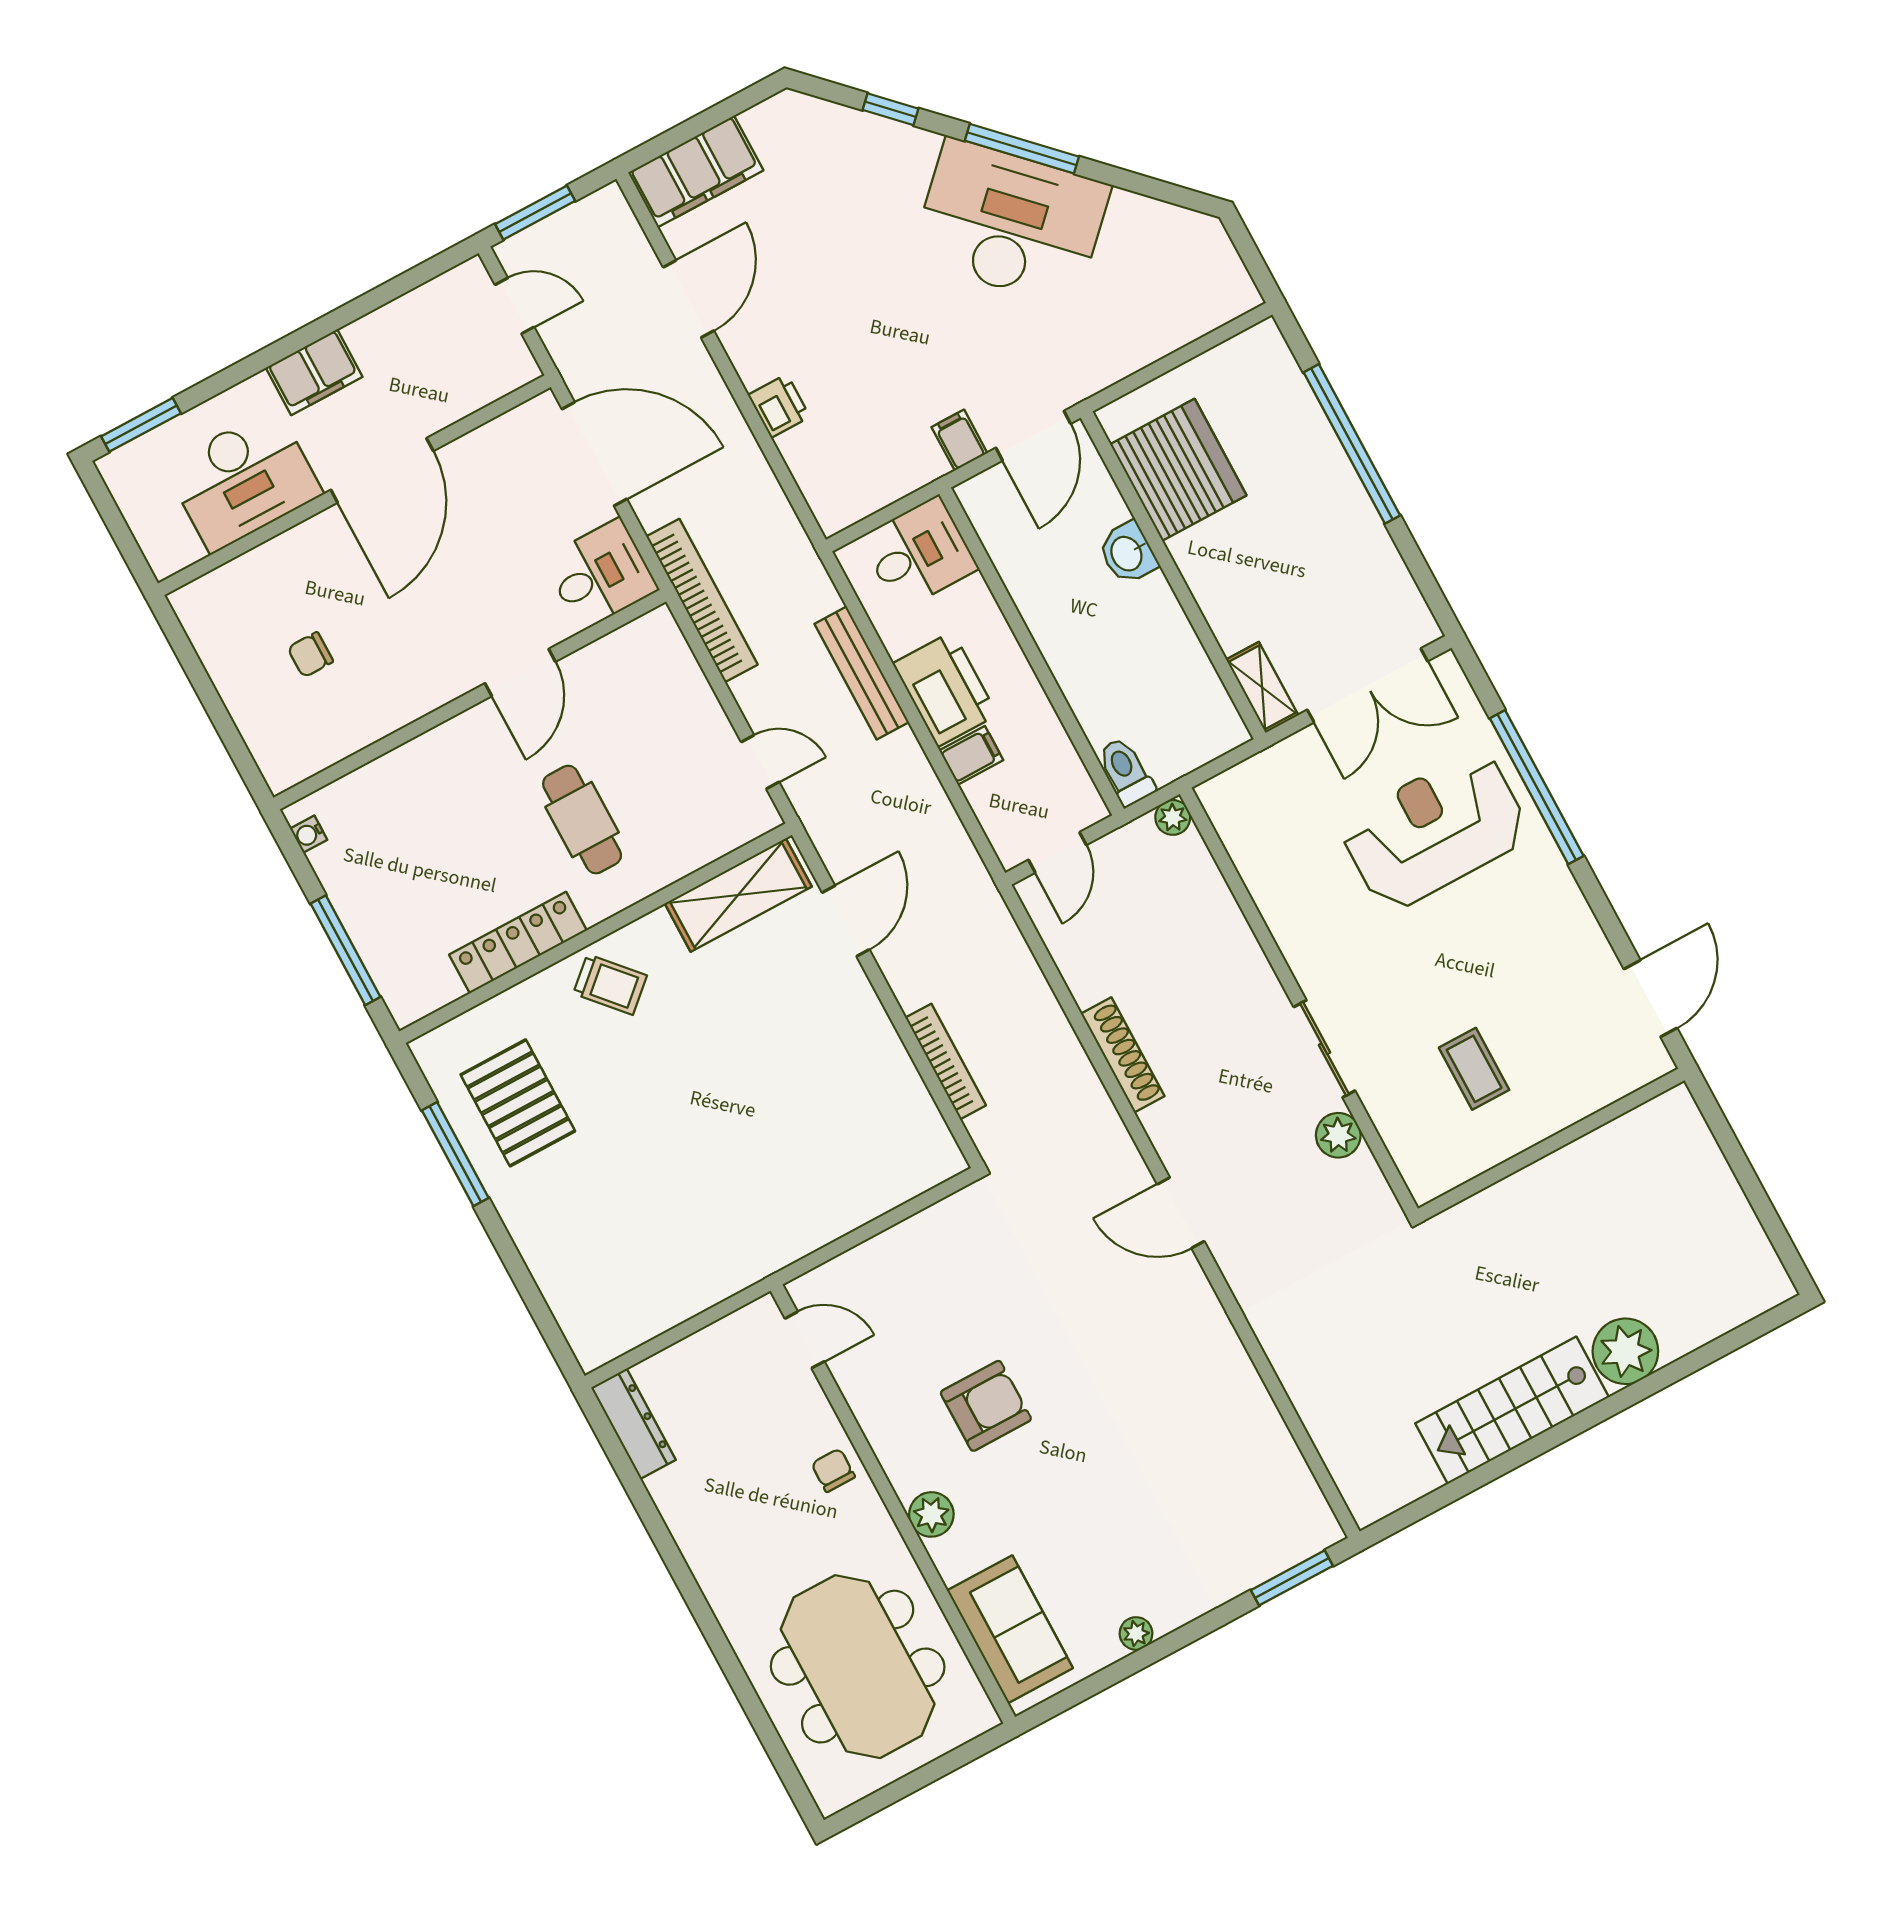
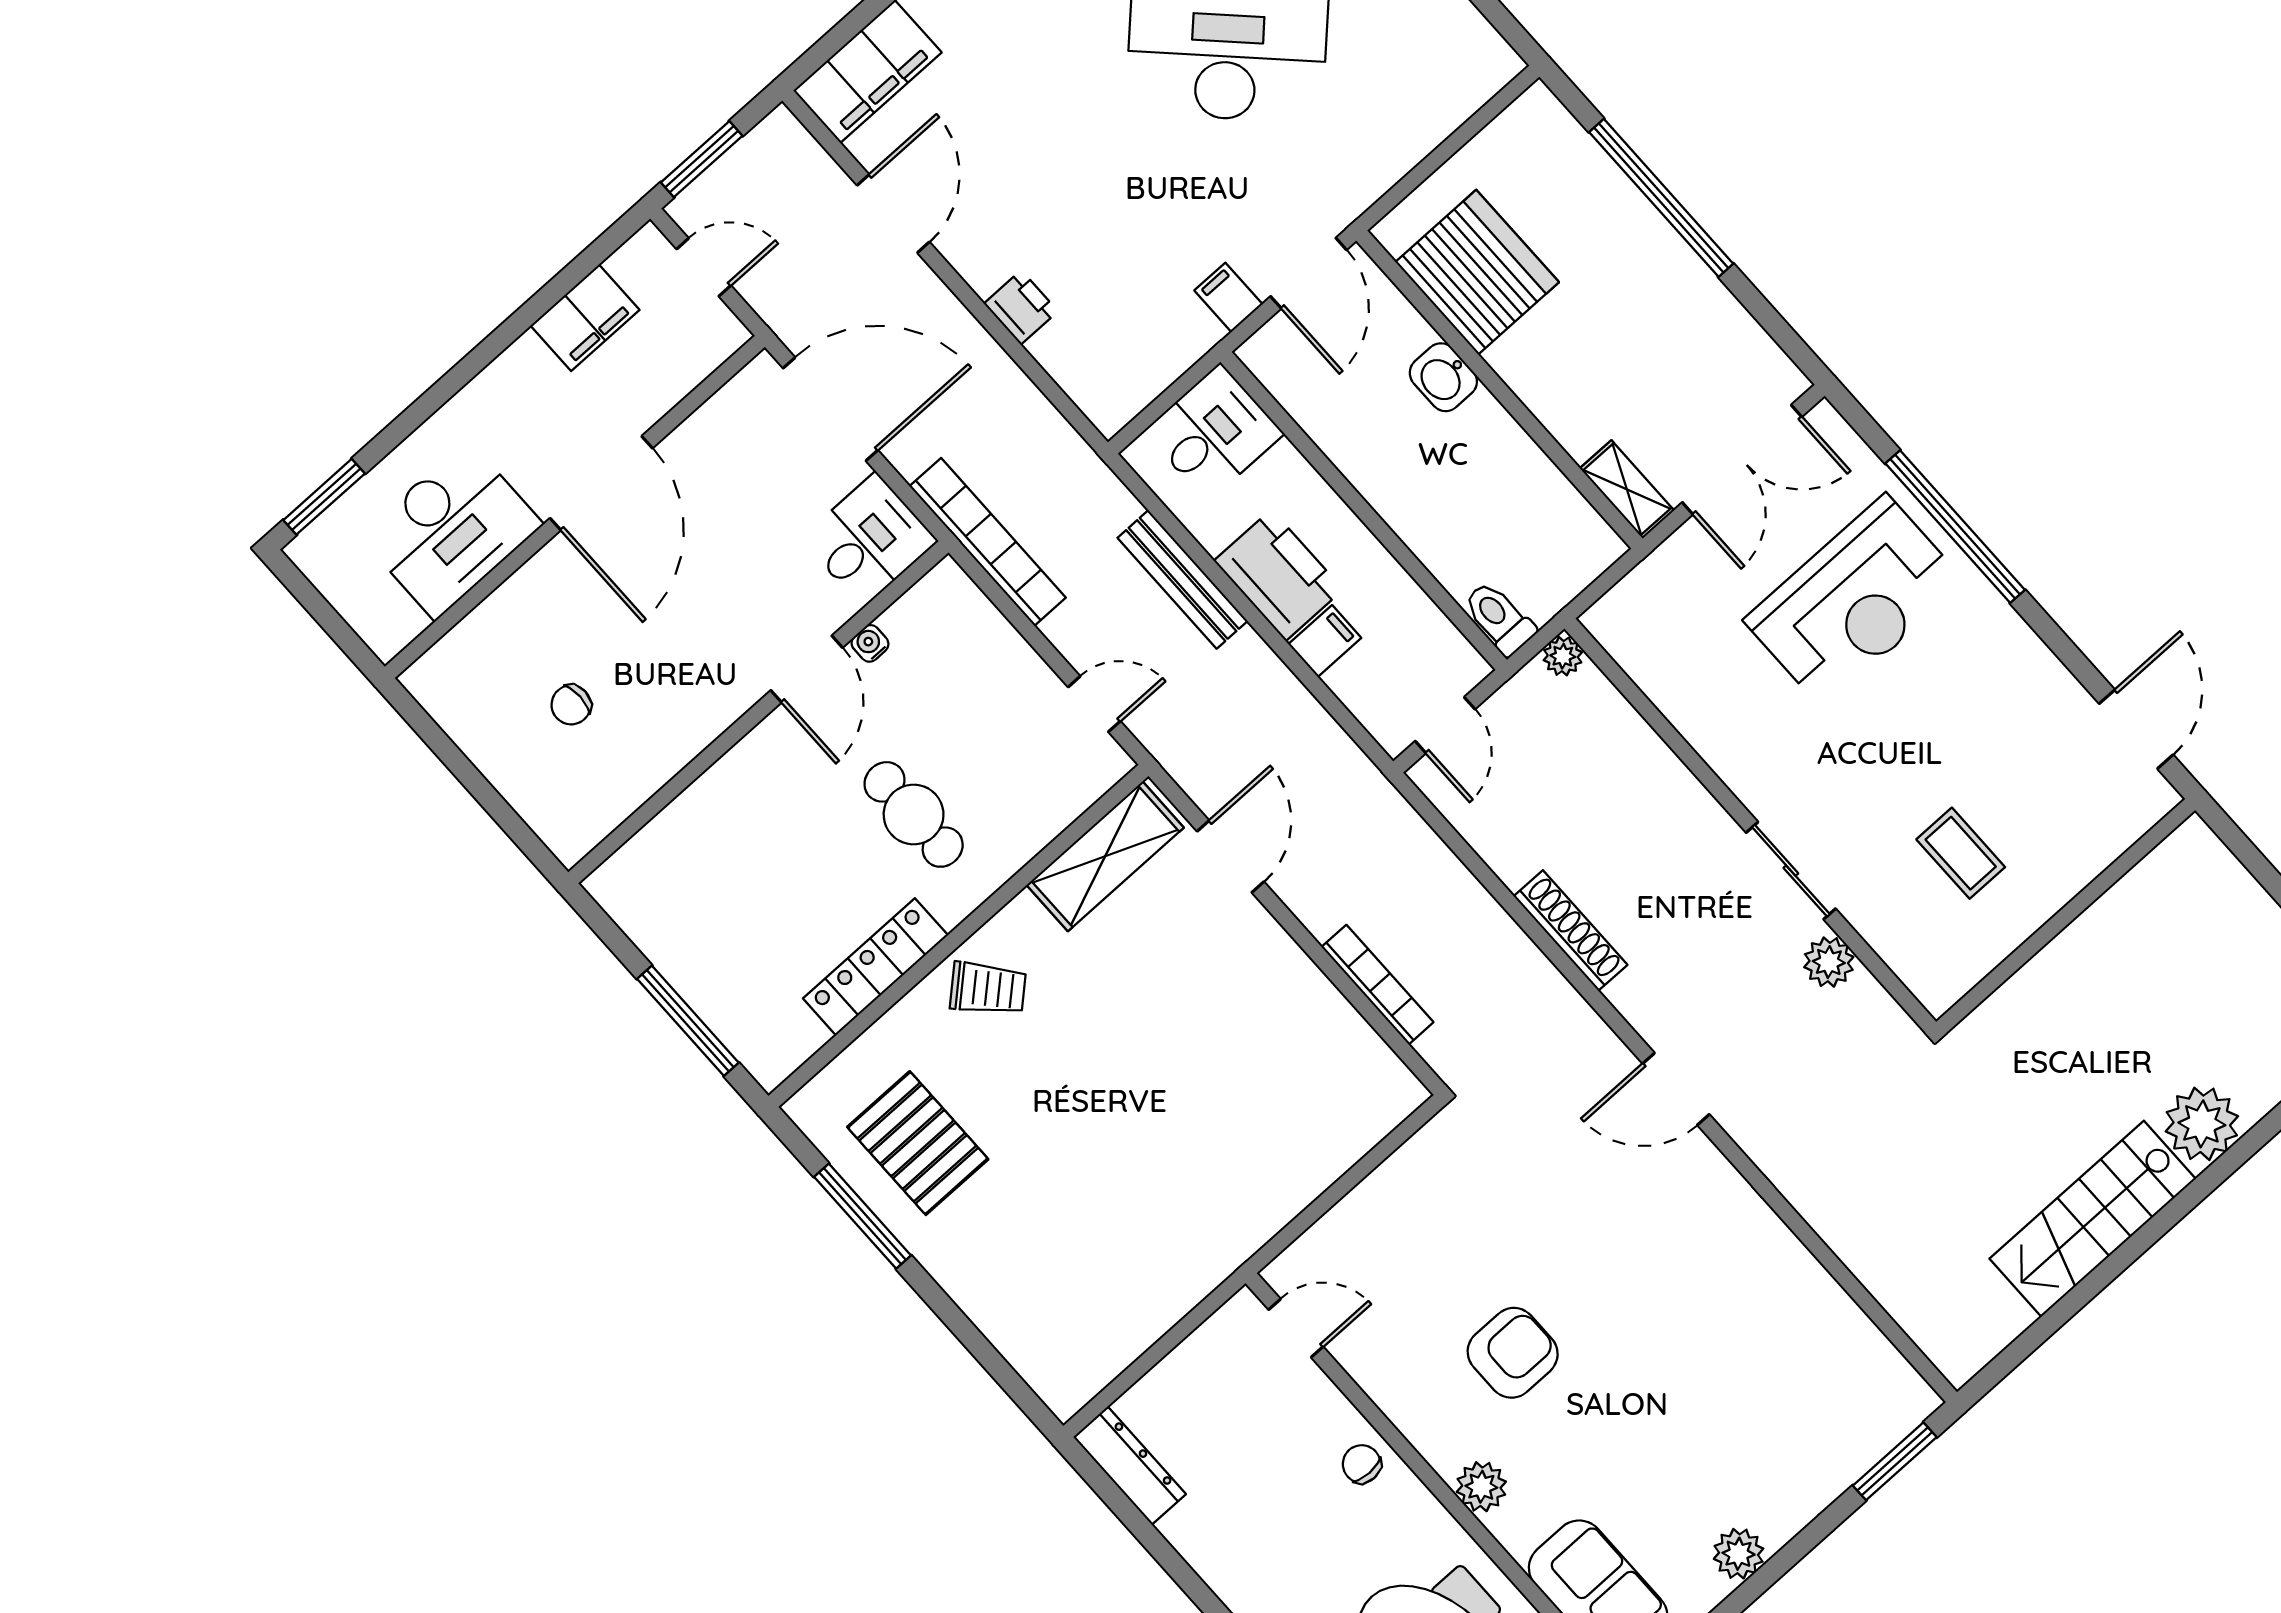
filing cabinet: (314, 372) -> (585, 318), moved
reception desk: (1435, 830) -> (1854, 601), turned 180
water cooler: (309, 834) -> (870, 643), moved, turned 90
plant: (1136, 1633) -> (1739, 1554), width x1.38, depth x1.38

